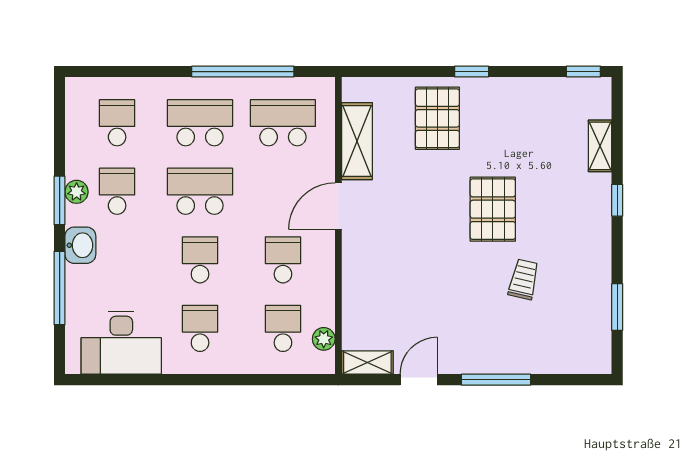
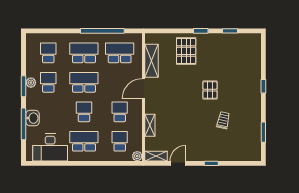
window: (583, 72) -> (230, 31), moved
shelving: (600, 146) -> (150, 125), moved
pallet: (493, 209) -> (210, 90), width x0.67, depth x0.71
washbasin: (80, 245) -> (33, 118), moved
school desk: (200, 328) -> (84, 141), width x1.85
plant: (324, 339) -> (137, 156), moved
window: (496, 380) -> (211, 163), width x0.46

